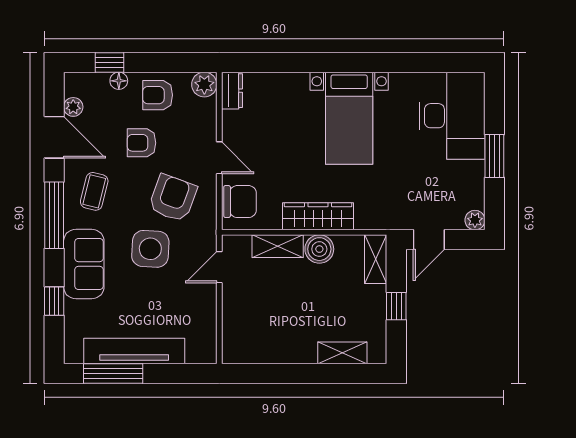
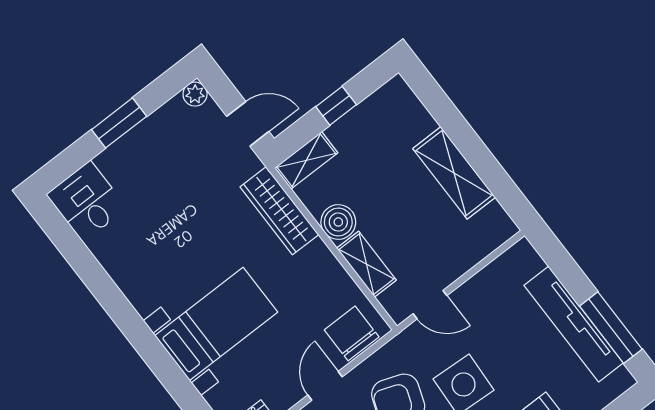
desk: (452, 116) -> (87, 201), width x0.53, depth x0.77
bed with nightstands: (349, 118) -> (216, 324), moved
wardrobe: (318, 216) -> (279, 211), moved
shelving: (342, 353) -> (454, 173), moved, width x1.50, depth x1.33

